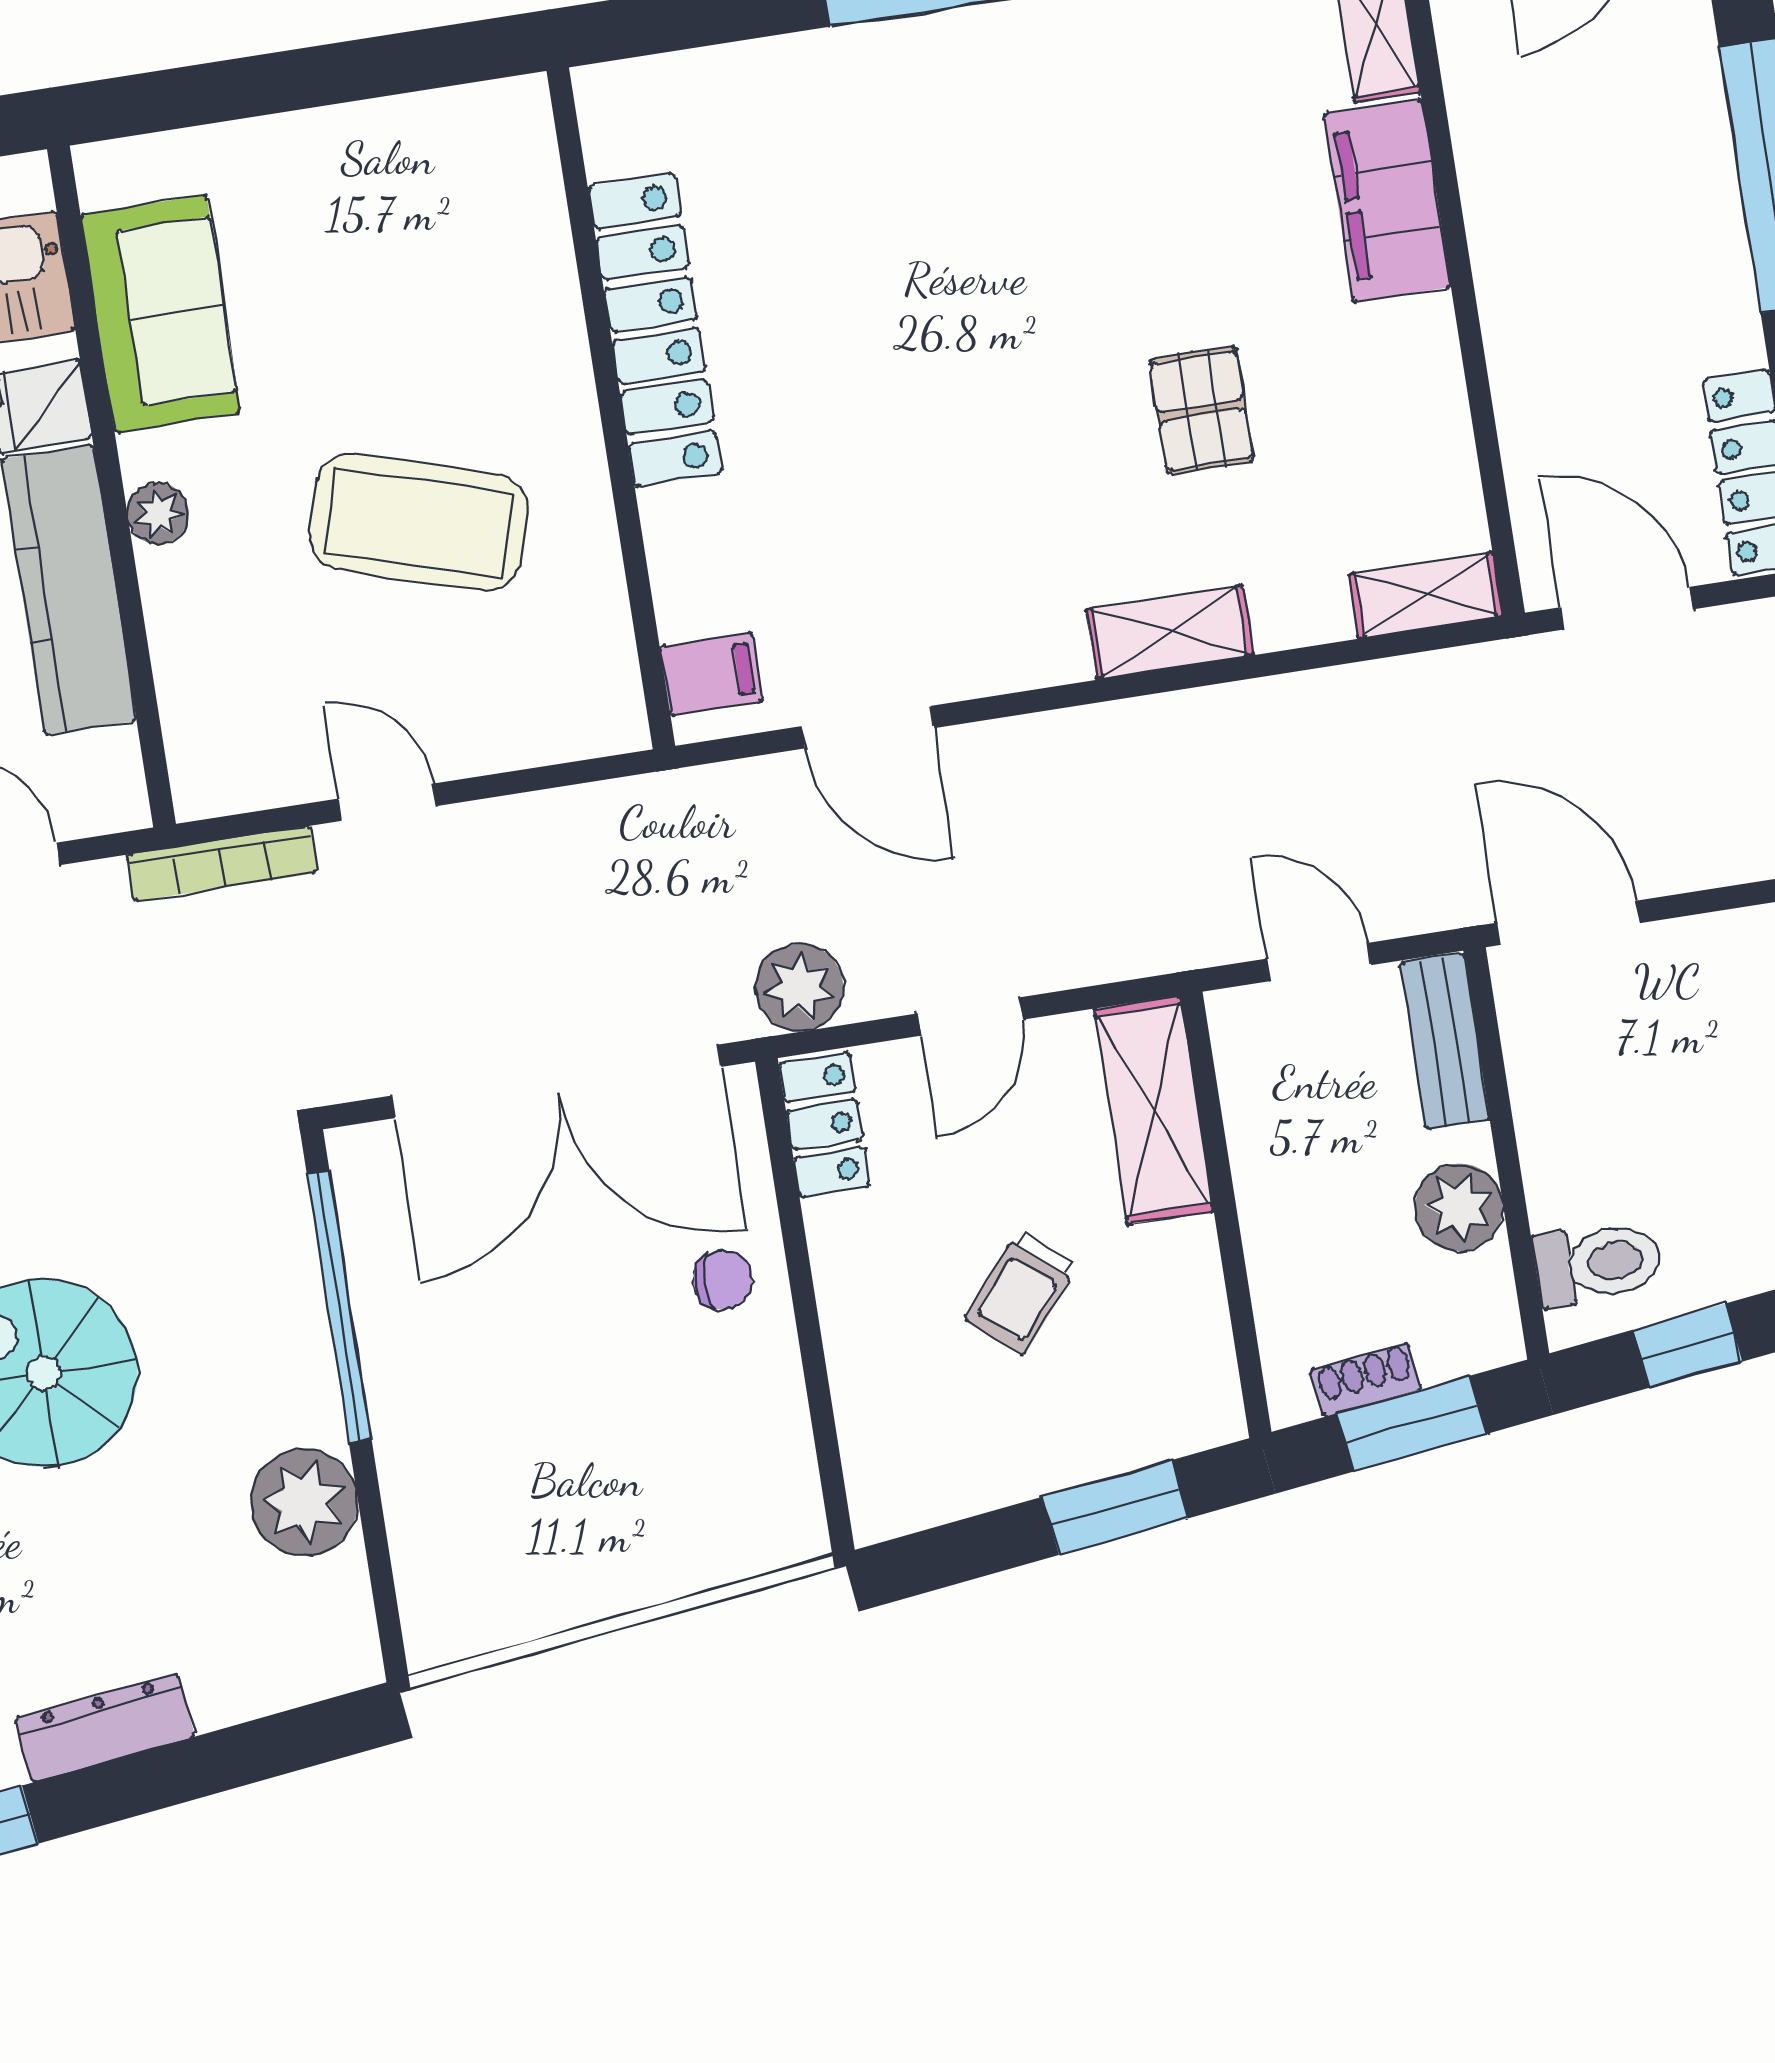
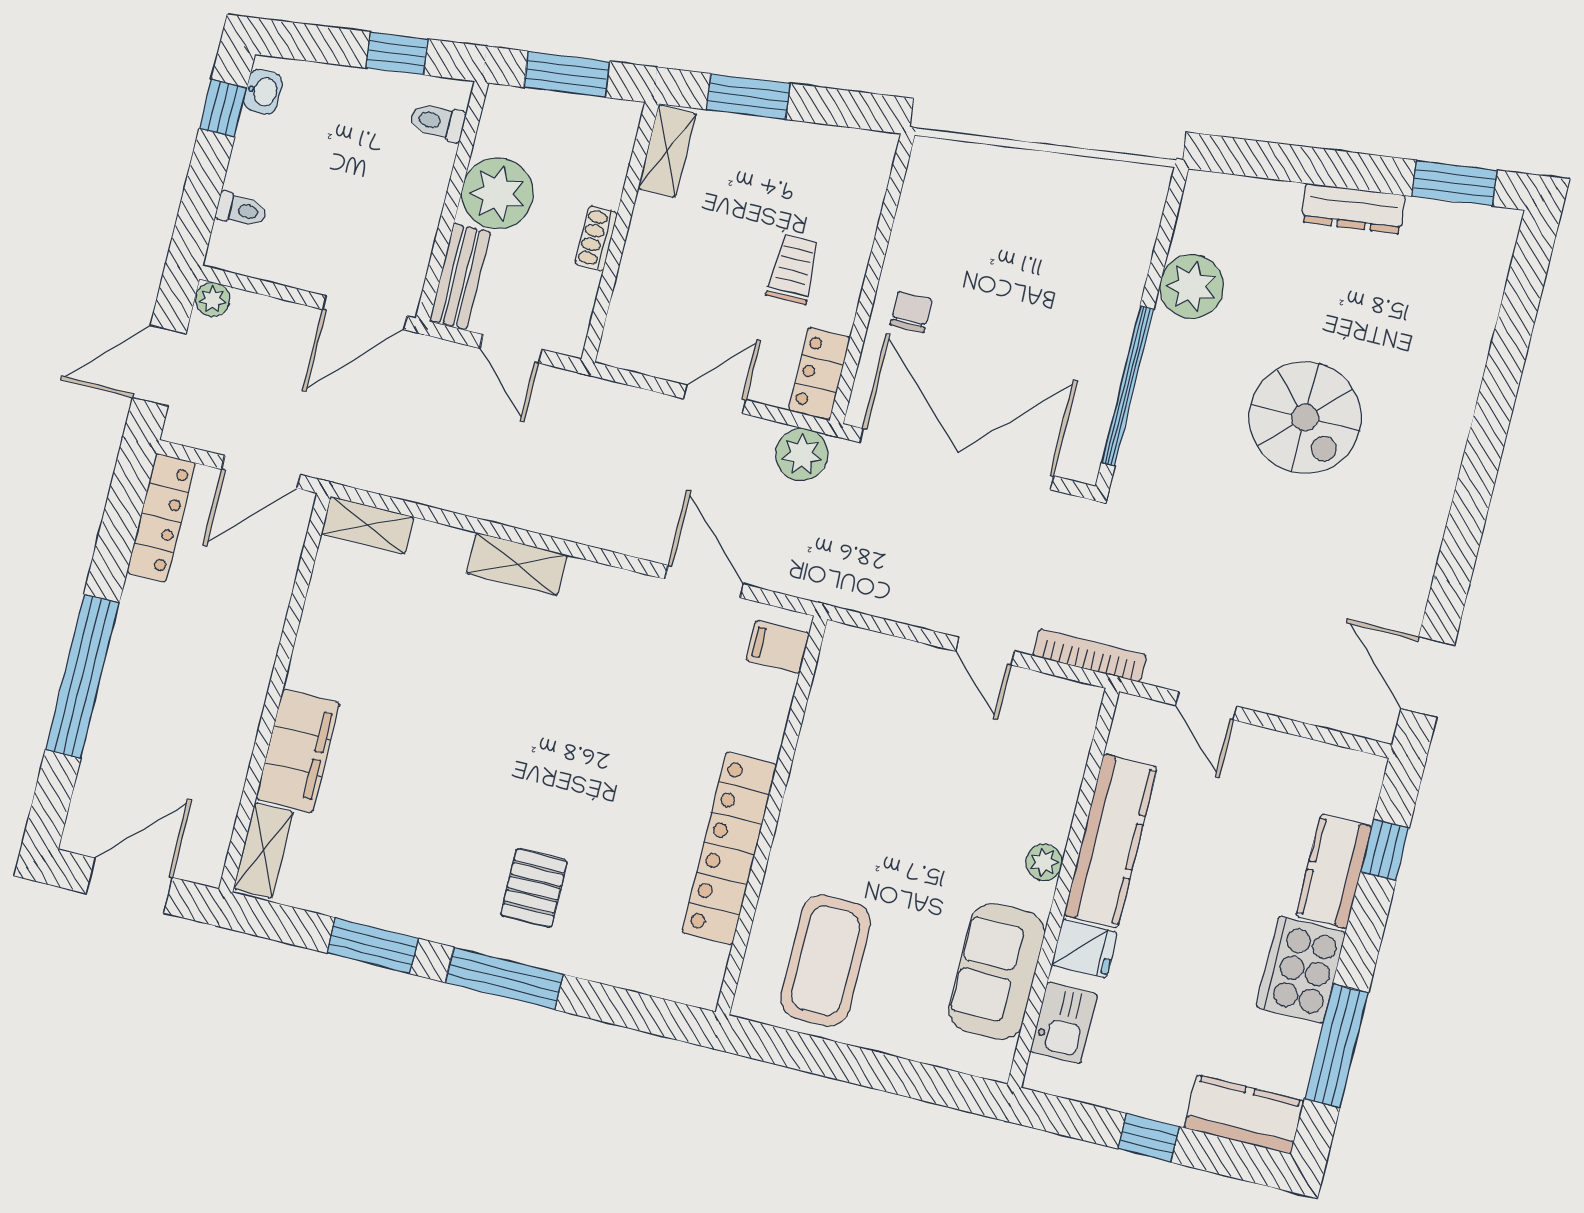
pallet: (1202, 410) -> (534, 888), moved
coffee table: (419, 522) -> (826, 960), moved, turned 73
door: (1626, 608) -> (261, 472), hinge flipped
door: (1569, 923) -> (365, 313), hinge flipped
shelving: (1154, 1110) -> (667, 151), moved, width x0.67, depth x0.75
plant: (1459, 1207) -> (497, 193), width x1.36, depth x1.36
toilet: (1598, 1263) -> (437, 122), width x0.73, depth x0.72
chair: (723, 1280) -> (911, 312), turned 90
trolley: (1021, 1293) -> (793, 269), moved, turned -40
shoe rack: (1366, 1380) -> (596, 238), moved, turned 97

